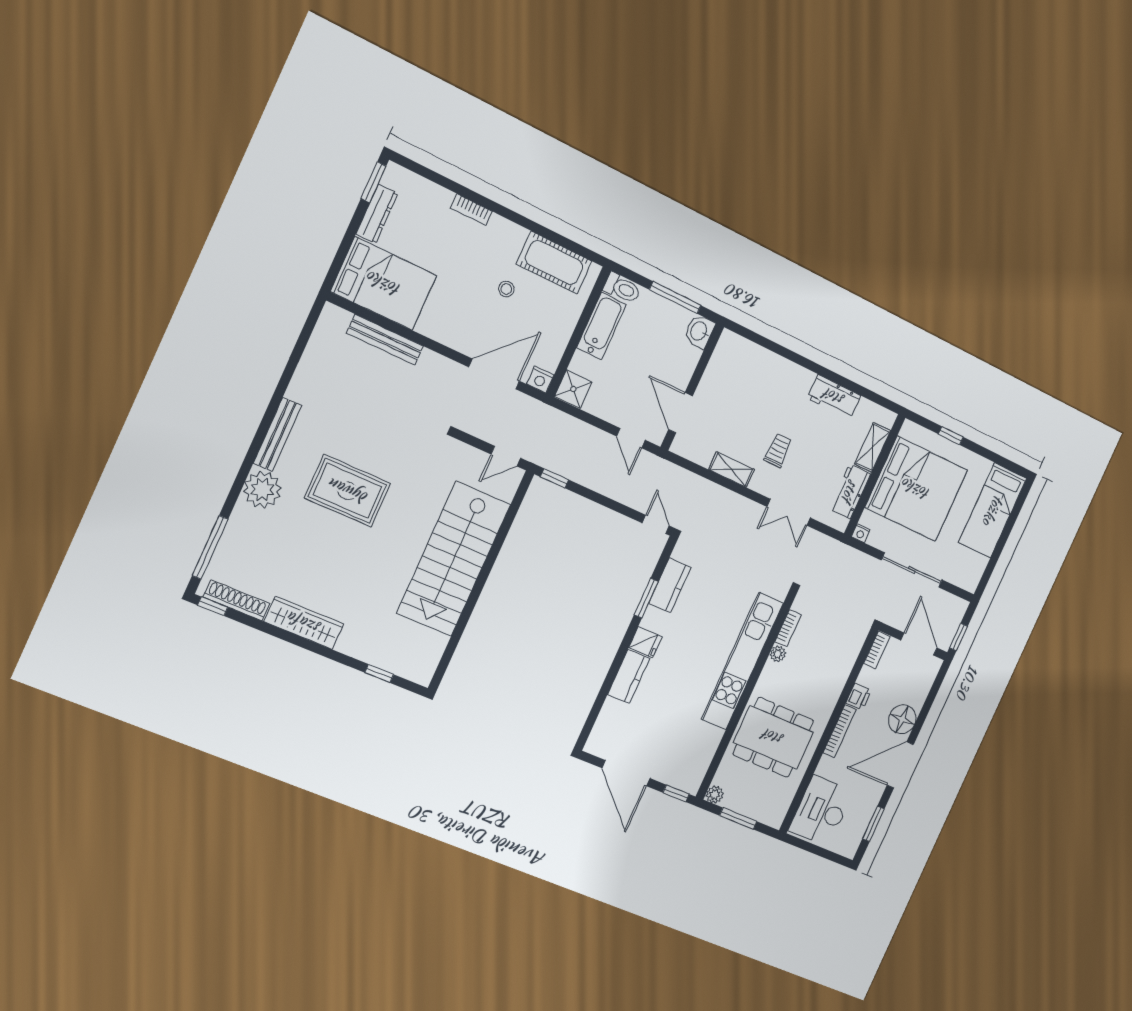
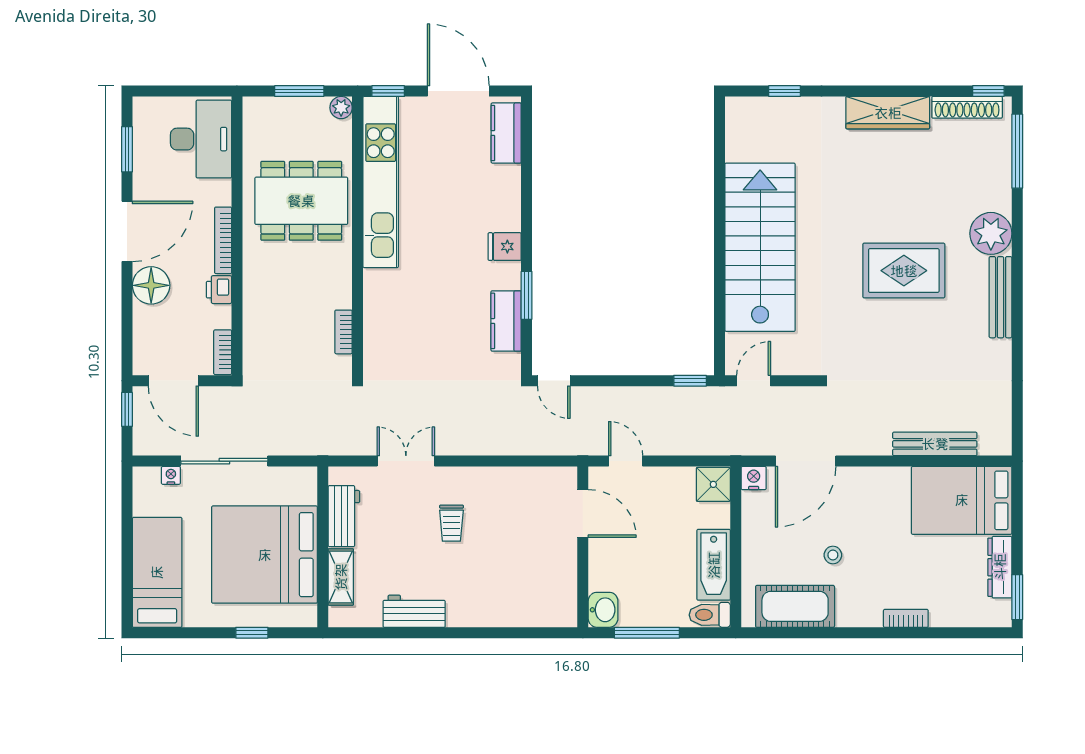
shelving: (731, 469) -> (495, 478), removed
nightstand: (861, 533) -> (171, 475), moved
plant: (778, 654) -> (342, 298), removed
kitchen unit: (742, 661) -> (381, 182), moved
kitchen counter: (629, 676) -> (506, 133), moved

